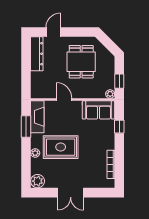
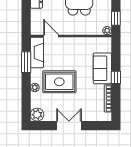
door: (64, 99) -> (51, 36), moved
sofa: (98, 110) -> (102, 68), moved, turned 90
window: (119, 127) -> (116, 77), moved
double door: (71, 193) -> (69, 126), swing flipped

